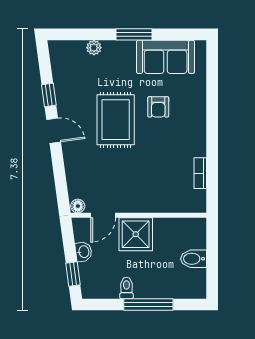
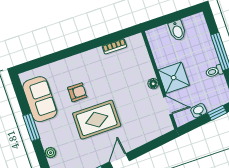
floor lamp: (78, 206) -> (153, 84), moved

